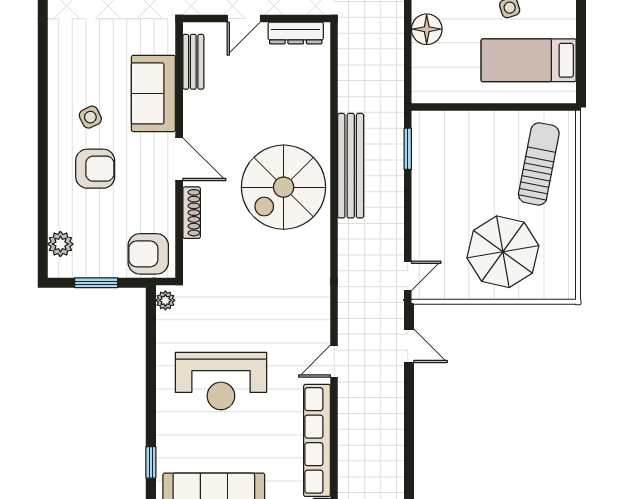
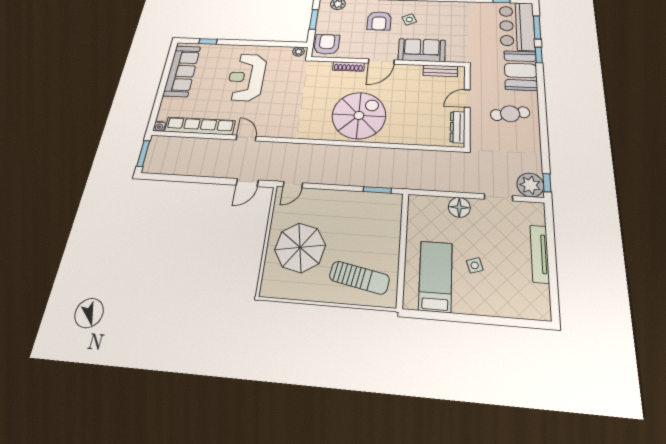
door: (244, 19) -> (467, 99), hinge flipped
bench: (351, 166) -> (369, 154), removed
spiral stairs: (284, 187) -> (359, 115), turned 90
door: (408, 276) -> (293, 185), hinge flipped

